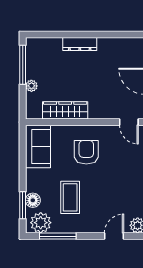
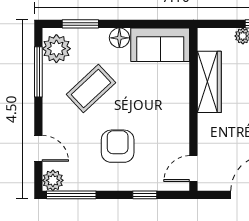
armchair: (86, 152) -> (118, 146), moved, turned -90
coffee table: (70, 197) -> (91, 89), turned -43
floor lamp: (33, 200) -> (119, 38), moved

